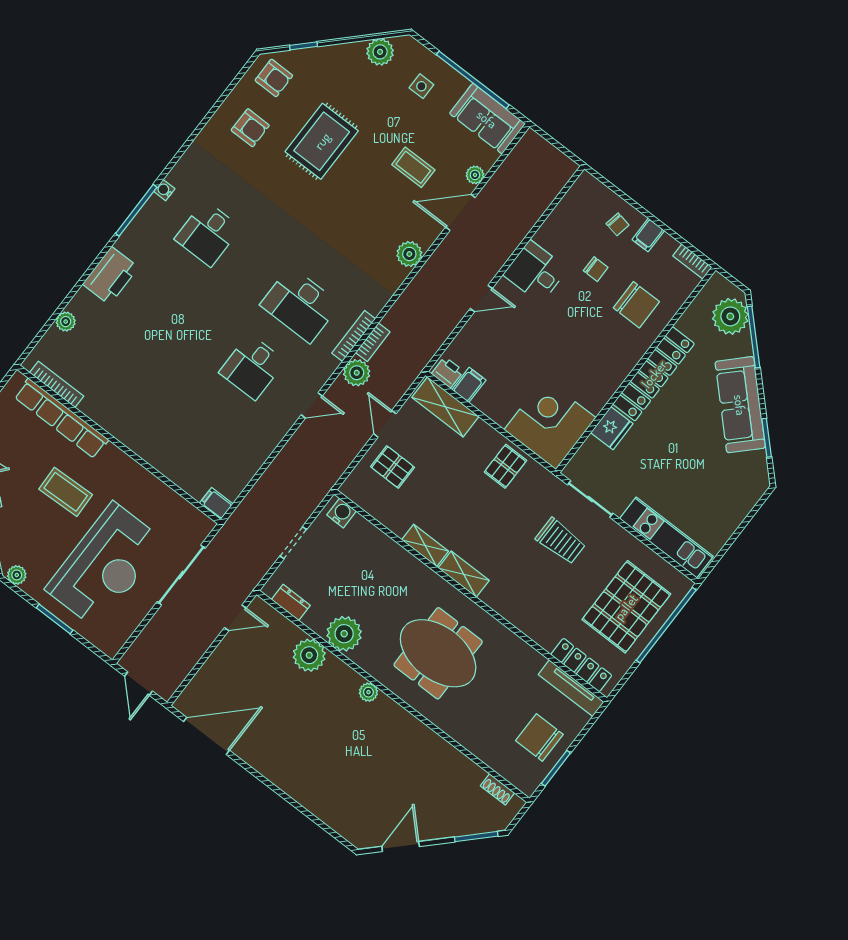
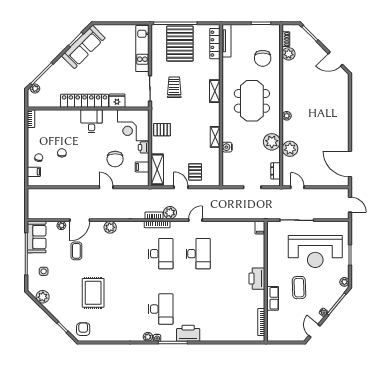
armchair: (250, 128) -> (109, 324), removed
rug: (322, 141) -> (93, 293), turned 90
door: (460, 212) -> (80, 220), hinge flipped
desk: (208, 233) -> (161, 309), width x1.37
filing cabinet: (648, 235) -> (34, 172), moved
desk: (536, 272) -> (92, 121), moved, turned 180
printer: (110, 276) -> (188, 333), moved
chair: (636, 305) -> (115, 159), moved, turned 180
plant: (730, 316) -> (35, 89), width x0.53, depth x0.53
plant: (66, 322) -> (148, 337), moved
desk: (252, 367) -> (198, 254), width x1.37
printer: (448, 372) -> (144, 147), moved
door: (312, 405) -> (195, 220), hinge flipped
sofa: (740, 405) -> (83, 47), moved
row of seats: (61, 418) -> (273, 298), width x0.50
door: (385, 424) -> (181, 187), swing flipped
printer: (135, 433) -> (257, 279), added
water cooler: (342, 513) -> (227, 147), moved
reception desk: (105, 565) -> (315, 252), turned 180
shelving: (464, 574) -> (215, 91), moved
pallet: (626, 607) -> (180, 44), turned 90
door: (139, 684) -> (350, 205), hinge flipped
chair: (539, 737) -> (263, 58), moved
plant: (469, 775) -> (289, 54), added

